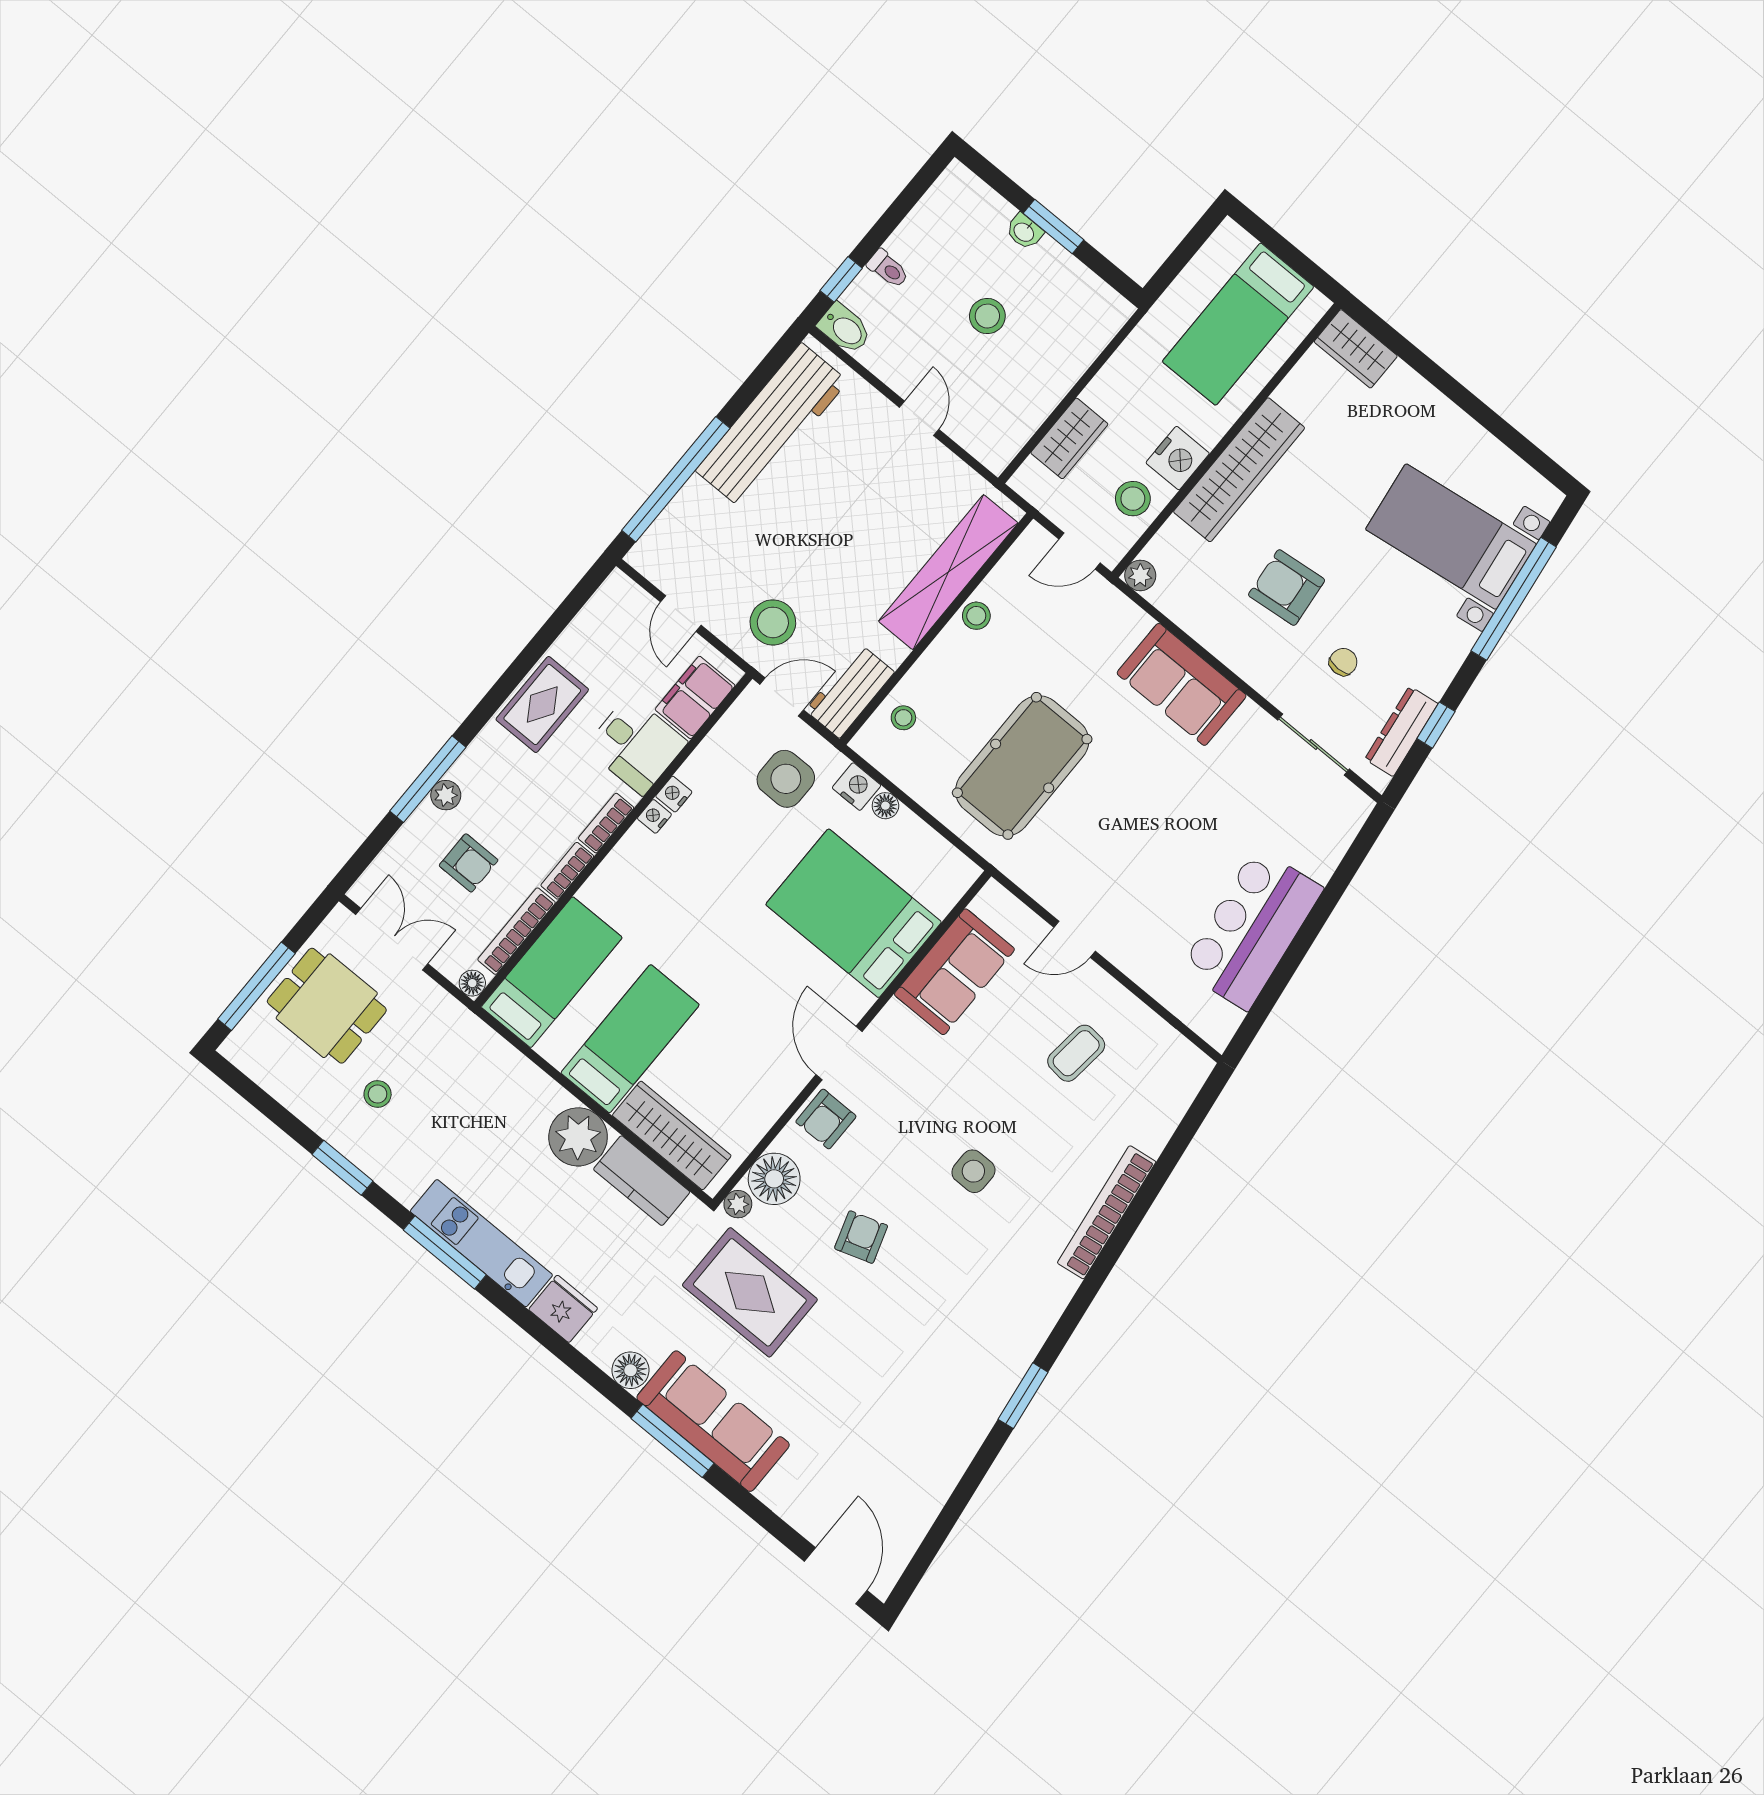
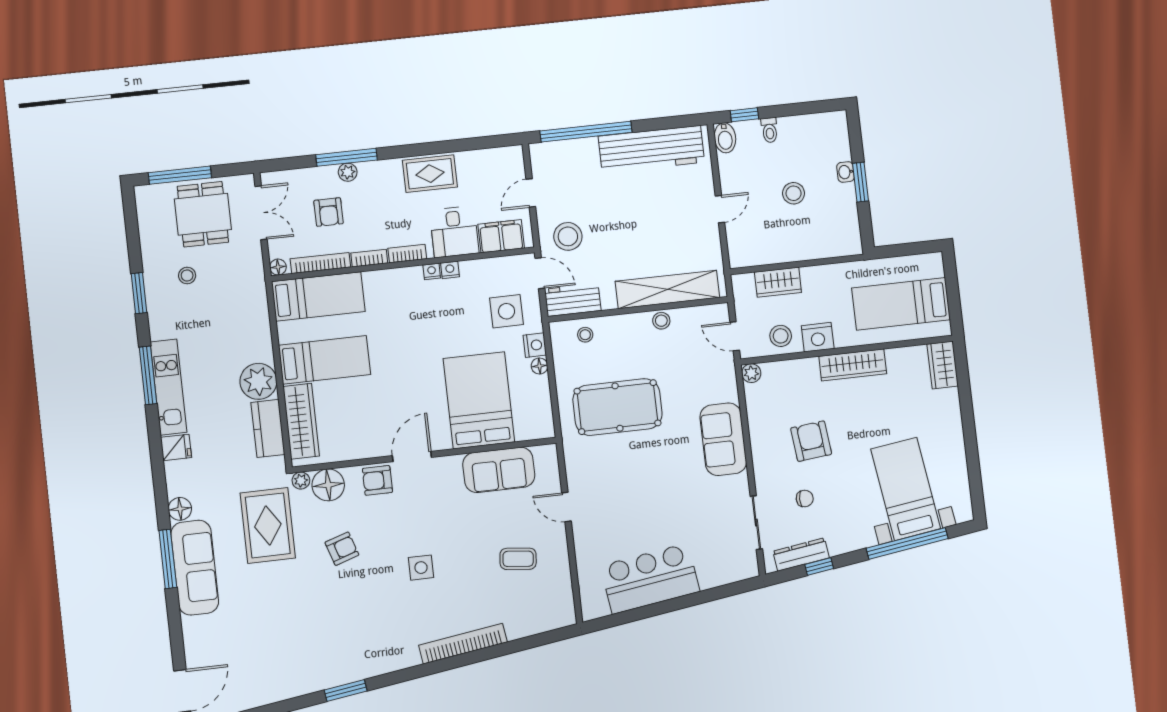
wardrobe: (1239, 470) -> (853, 365), width x0.71, depth x0.85
fridge: (563, 1309) -> (176, 447), width x0.72

